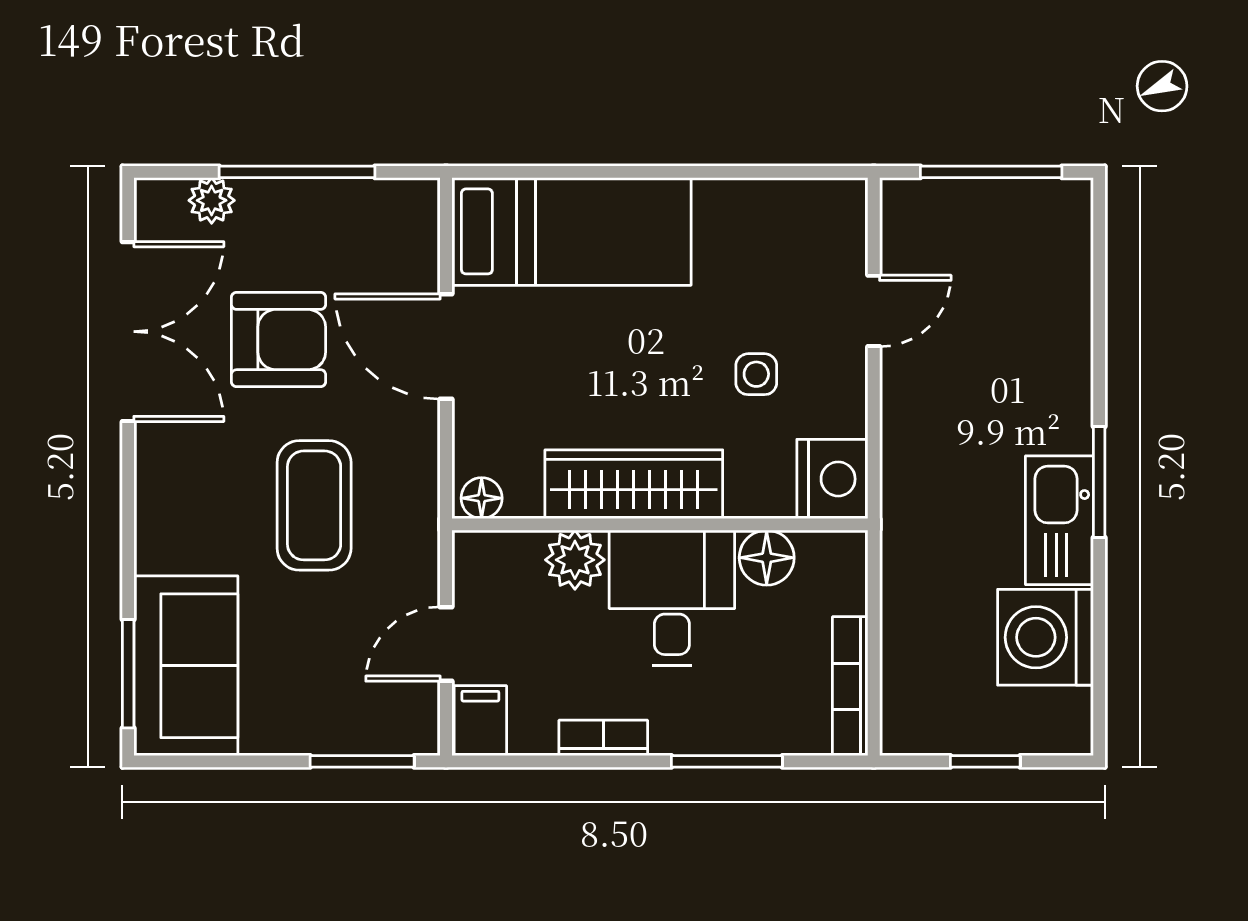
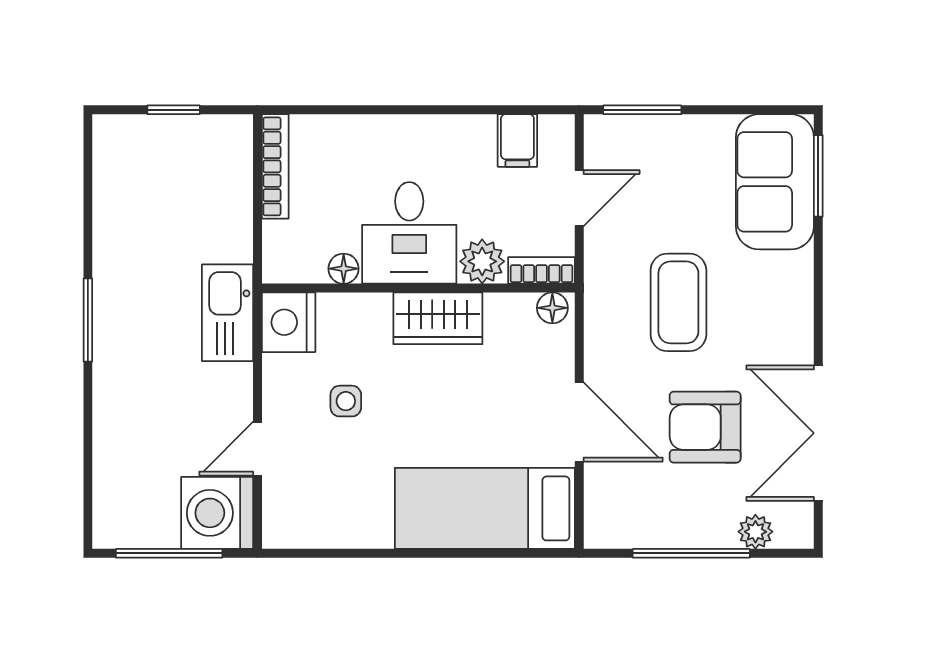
wardrobe: (634, 484) -> (438, 318), width x0.67
kitchen sink: (1059, 520) -> (228, 313), moved, turned 180
floor lamp: (767, 558) -> (344, 269), width x0.73, depth x0.73
washing machine: (1045, 637) -> (217, 513), moved, turned 180
filing cabinet: (480, 721) -> (517, 140), moved
bookcase: (603, 738) -> (542, 270), moved, turned 180
window: (727, 761) -> (368, 110), removed

